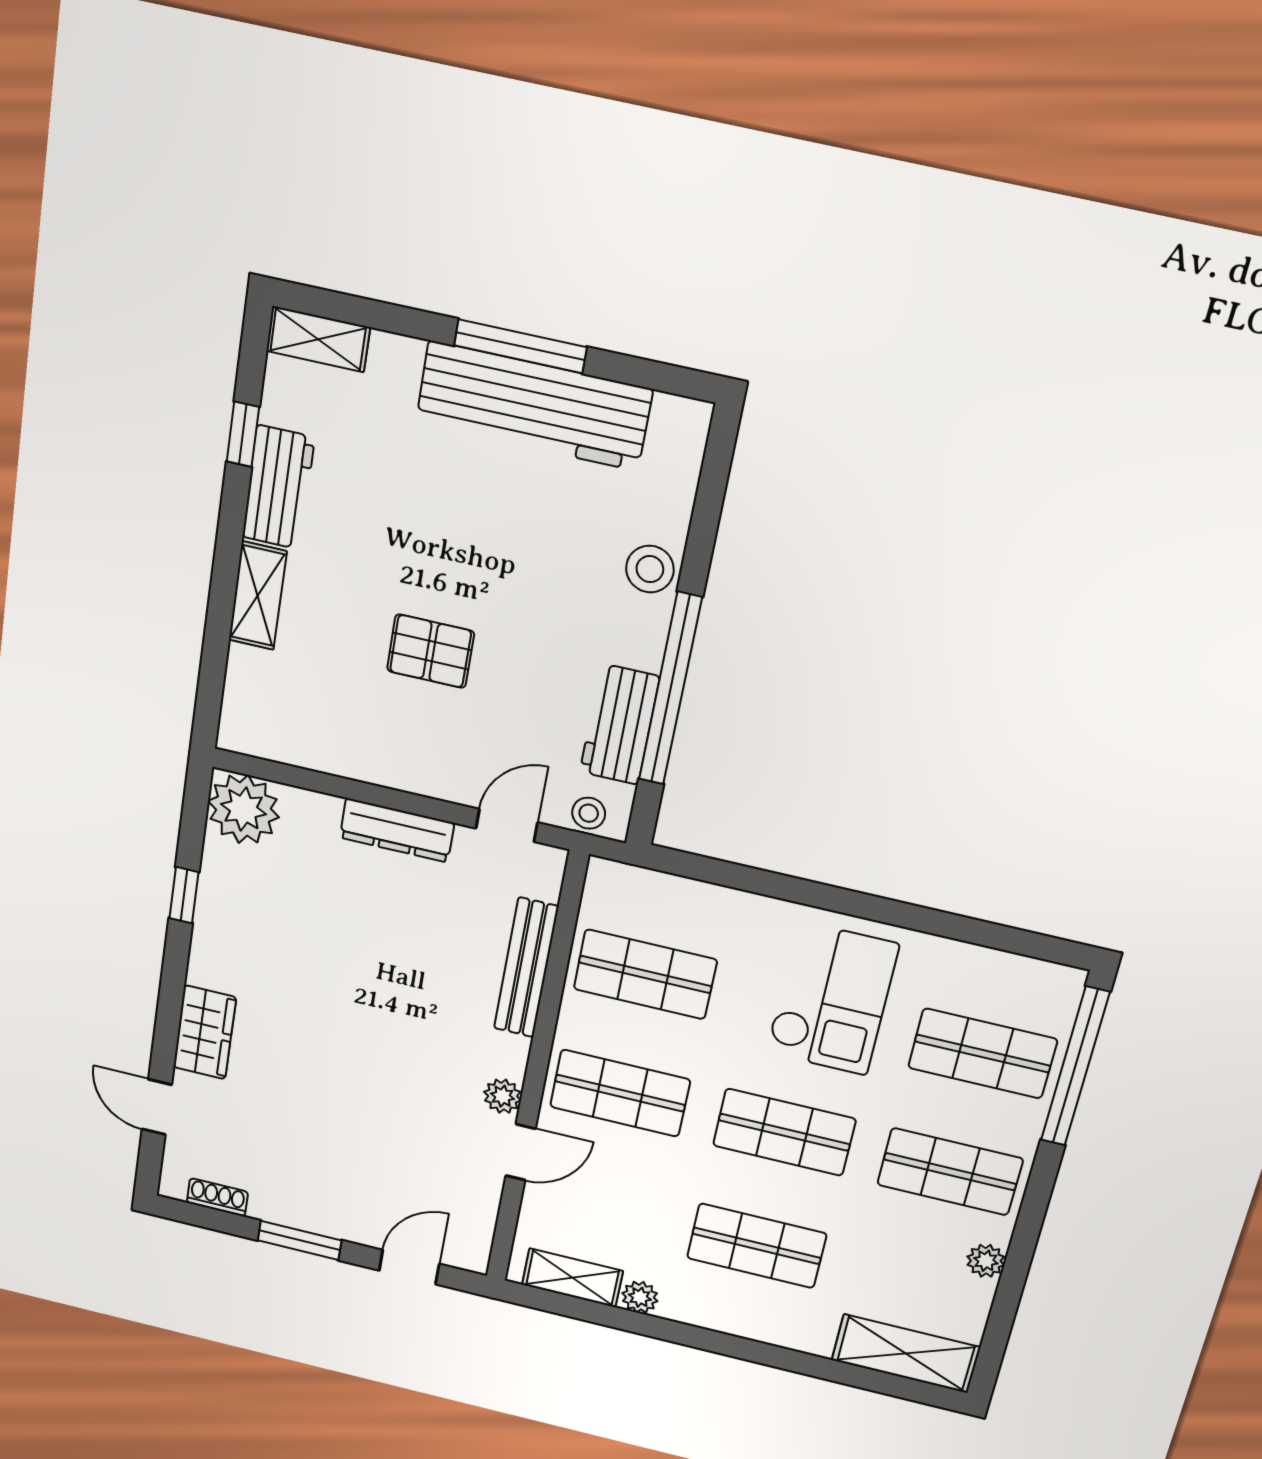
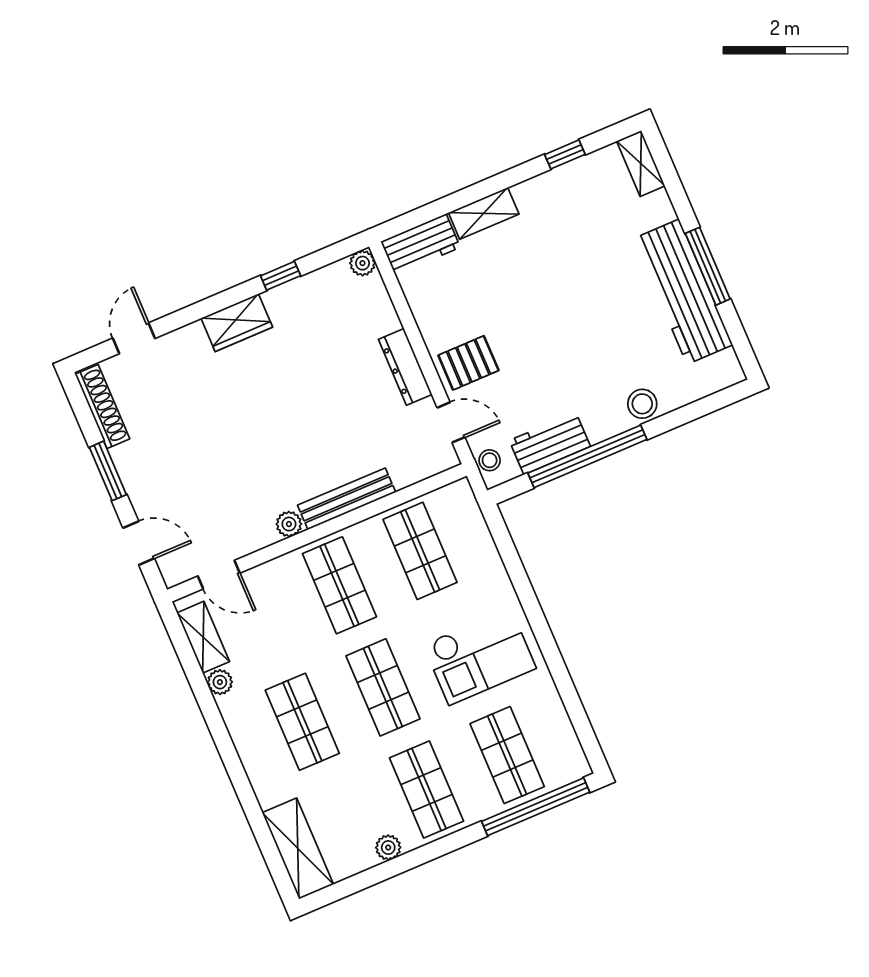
workbench: (278, 487) -> (421, 244), moved
pallet: (431, 651) -> (468, 363), moved, turned 90
plant: (243, 809) -> (362, 263), width x0.53, depth x0.53
bench: (526, 968) -> (347, 499), moved
wardrobe: (205, 1032) -> (237, 323), moved
door: (521, 1152) -> (219, 575), moved
shoe rack: (217, 1197) -> (102, 406), width x1.94, depth x1.24

